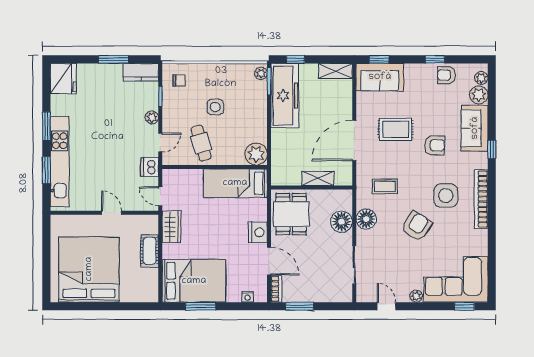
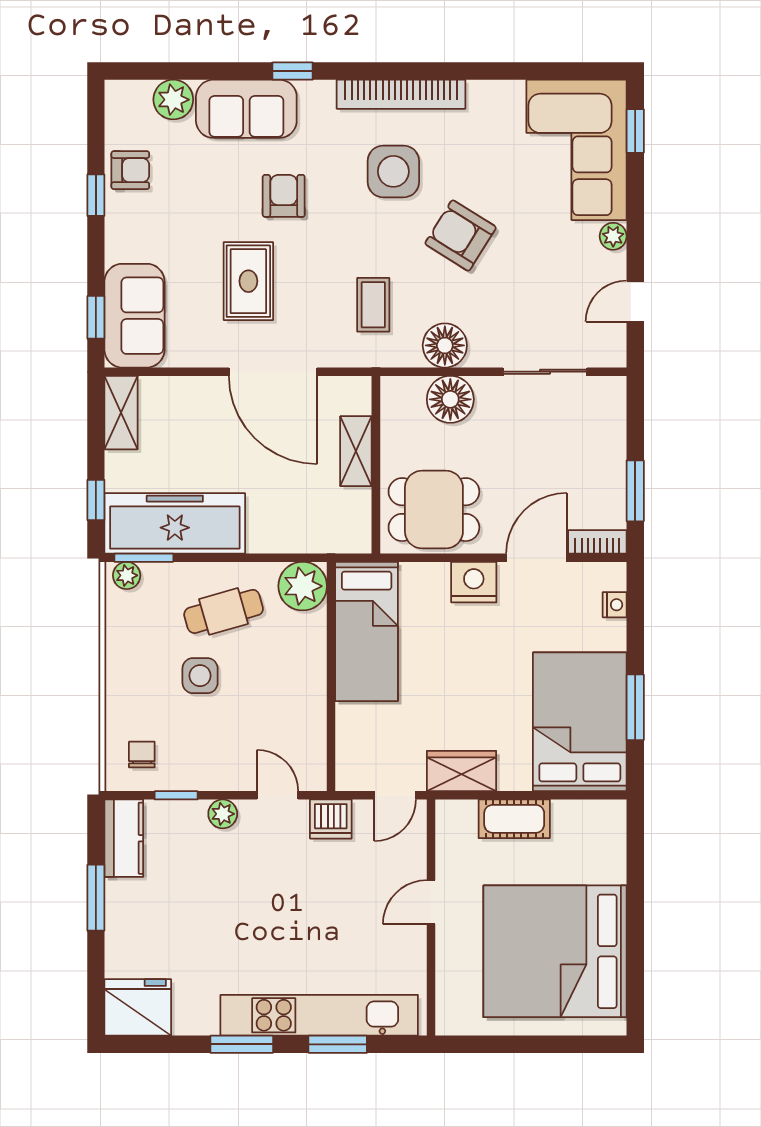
armchair: (446, 75) -> (130, 170), turned -90
plant: (481, 78) -> (136, 94), removed
cafe table: (201, 143) -> (224, 611), moved

